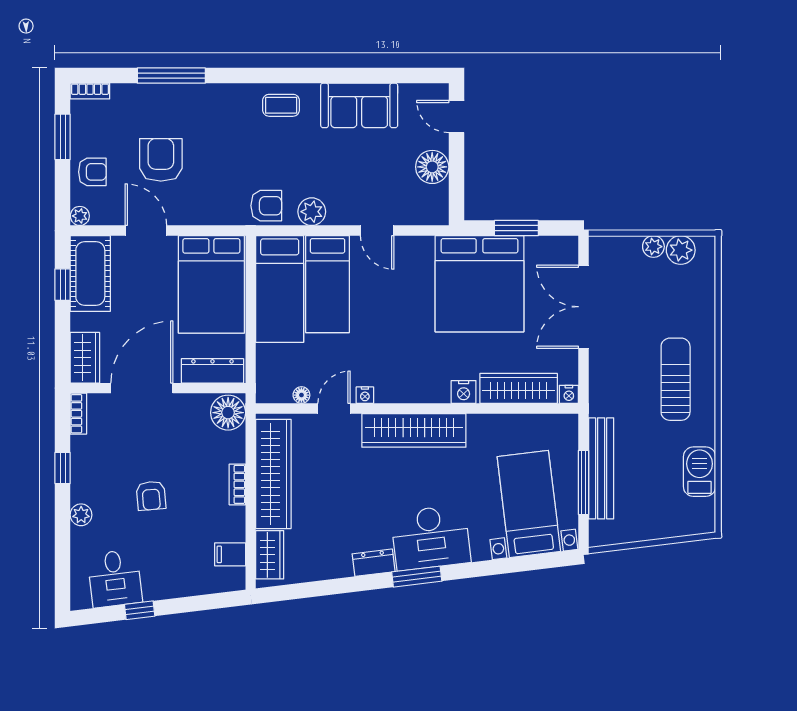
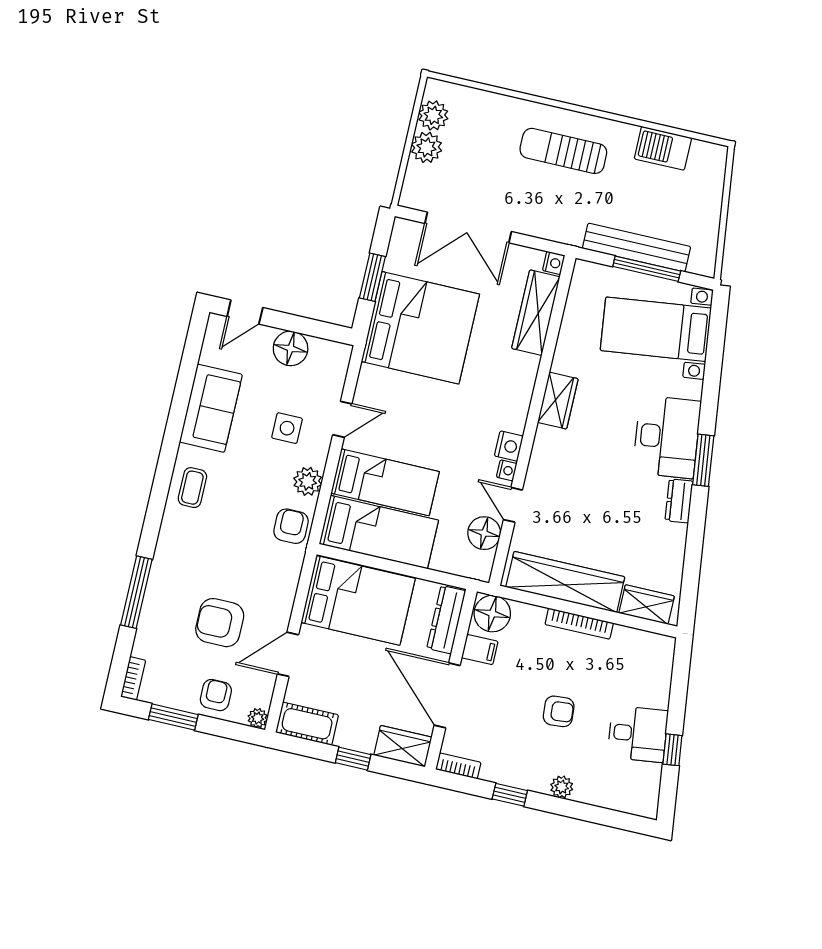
side table: (357, 181) -> (287, 428), added
plant: (653, 247) -> (426, 147), width x1.38, depth x1.38
cot: (90, 273) -> (307, 724), width x0.73, depth x0.75
window: (63, 285) -> (353, 759), moved
nightstand: (464, 392) -> (509, 446), moved
floor lamp: (301, 395) -> (484, 533), width x1.89, depth x1.89
wardrobe: (414, 430) -> (558, 401), width x0.48, depth x0.85
bookcase: (237, 484) -> (579, 624), width x1.56
filing cabinet: (230, 554) -> (480, 650), moved, turned -90
desk: (115, 578) -> (638, 734), moved

